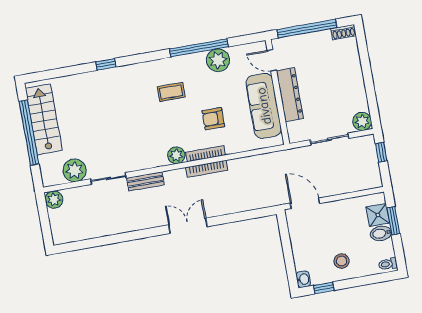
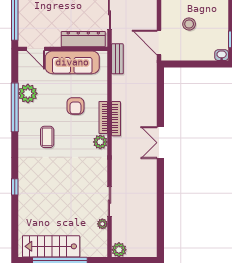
door: (272, 60) -> (36, 49), hinge flipped
dresser: (290, 95) -> (83, 39), moved
plant: (75, 170) -> (102, 224), width x0.53, depth x0.53
bench: (145, 181) -> (117, 59), moved
door: (305, 203) -> (159, 42), hinge flipped
stool: (342, 261) -> (189, 24), moved

